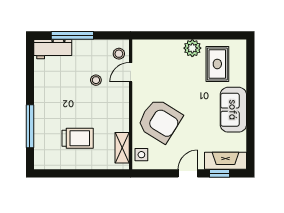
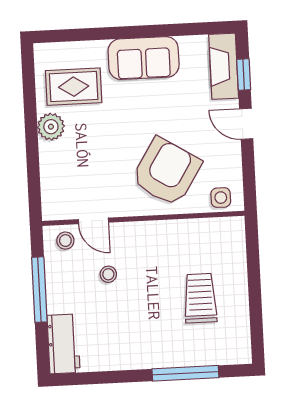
window: (72, 35) -> (39, 290), moved
shelving: (122, 148) -> (212, 228), removed

